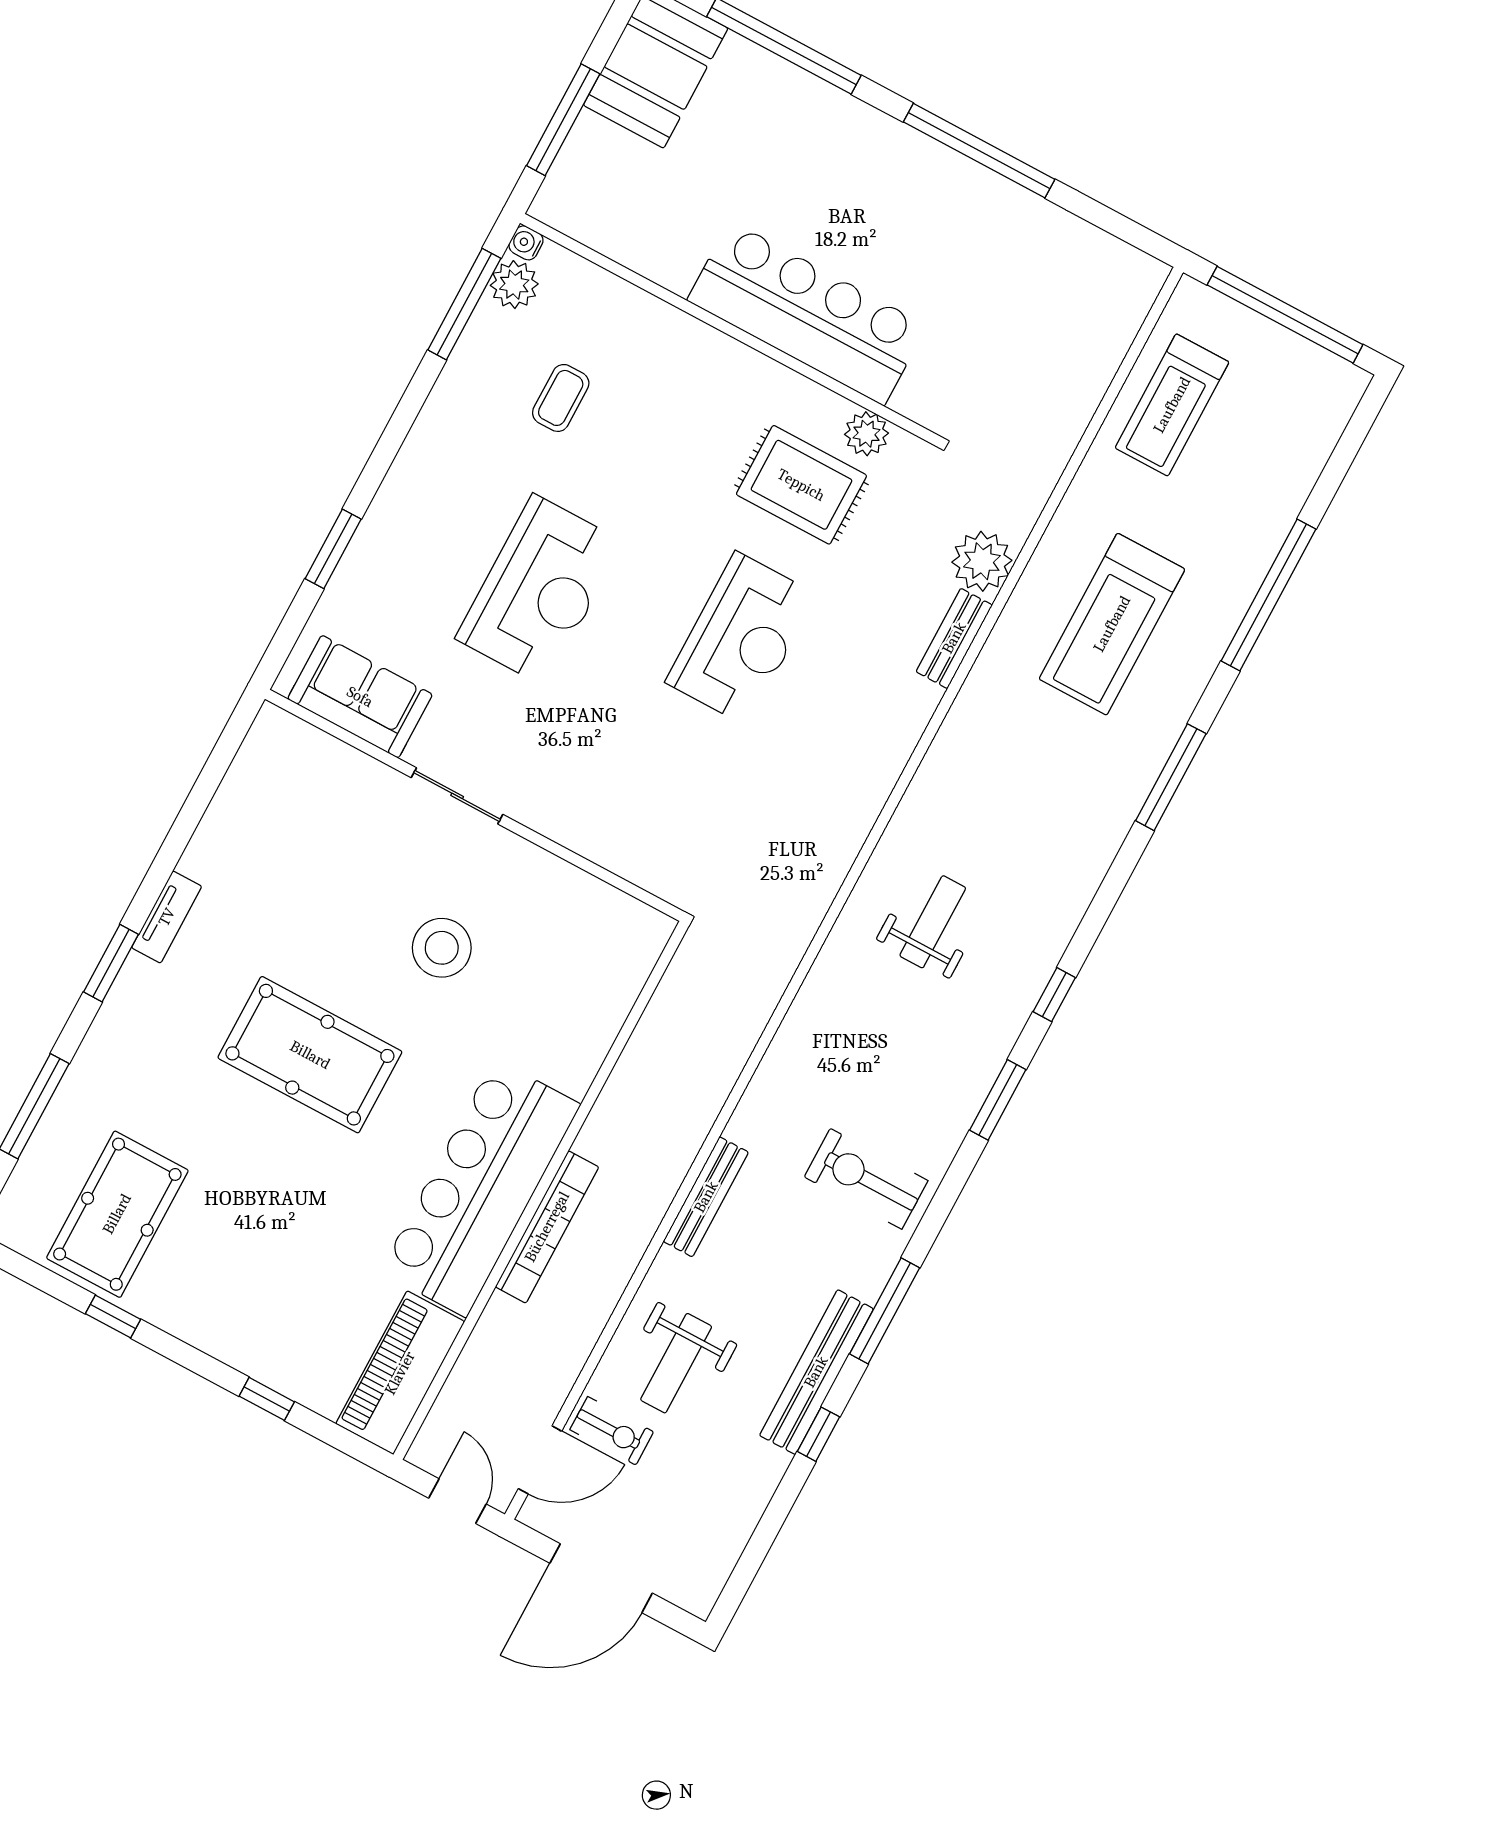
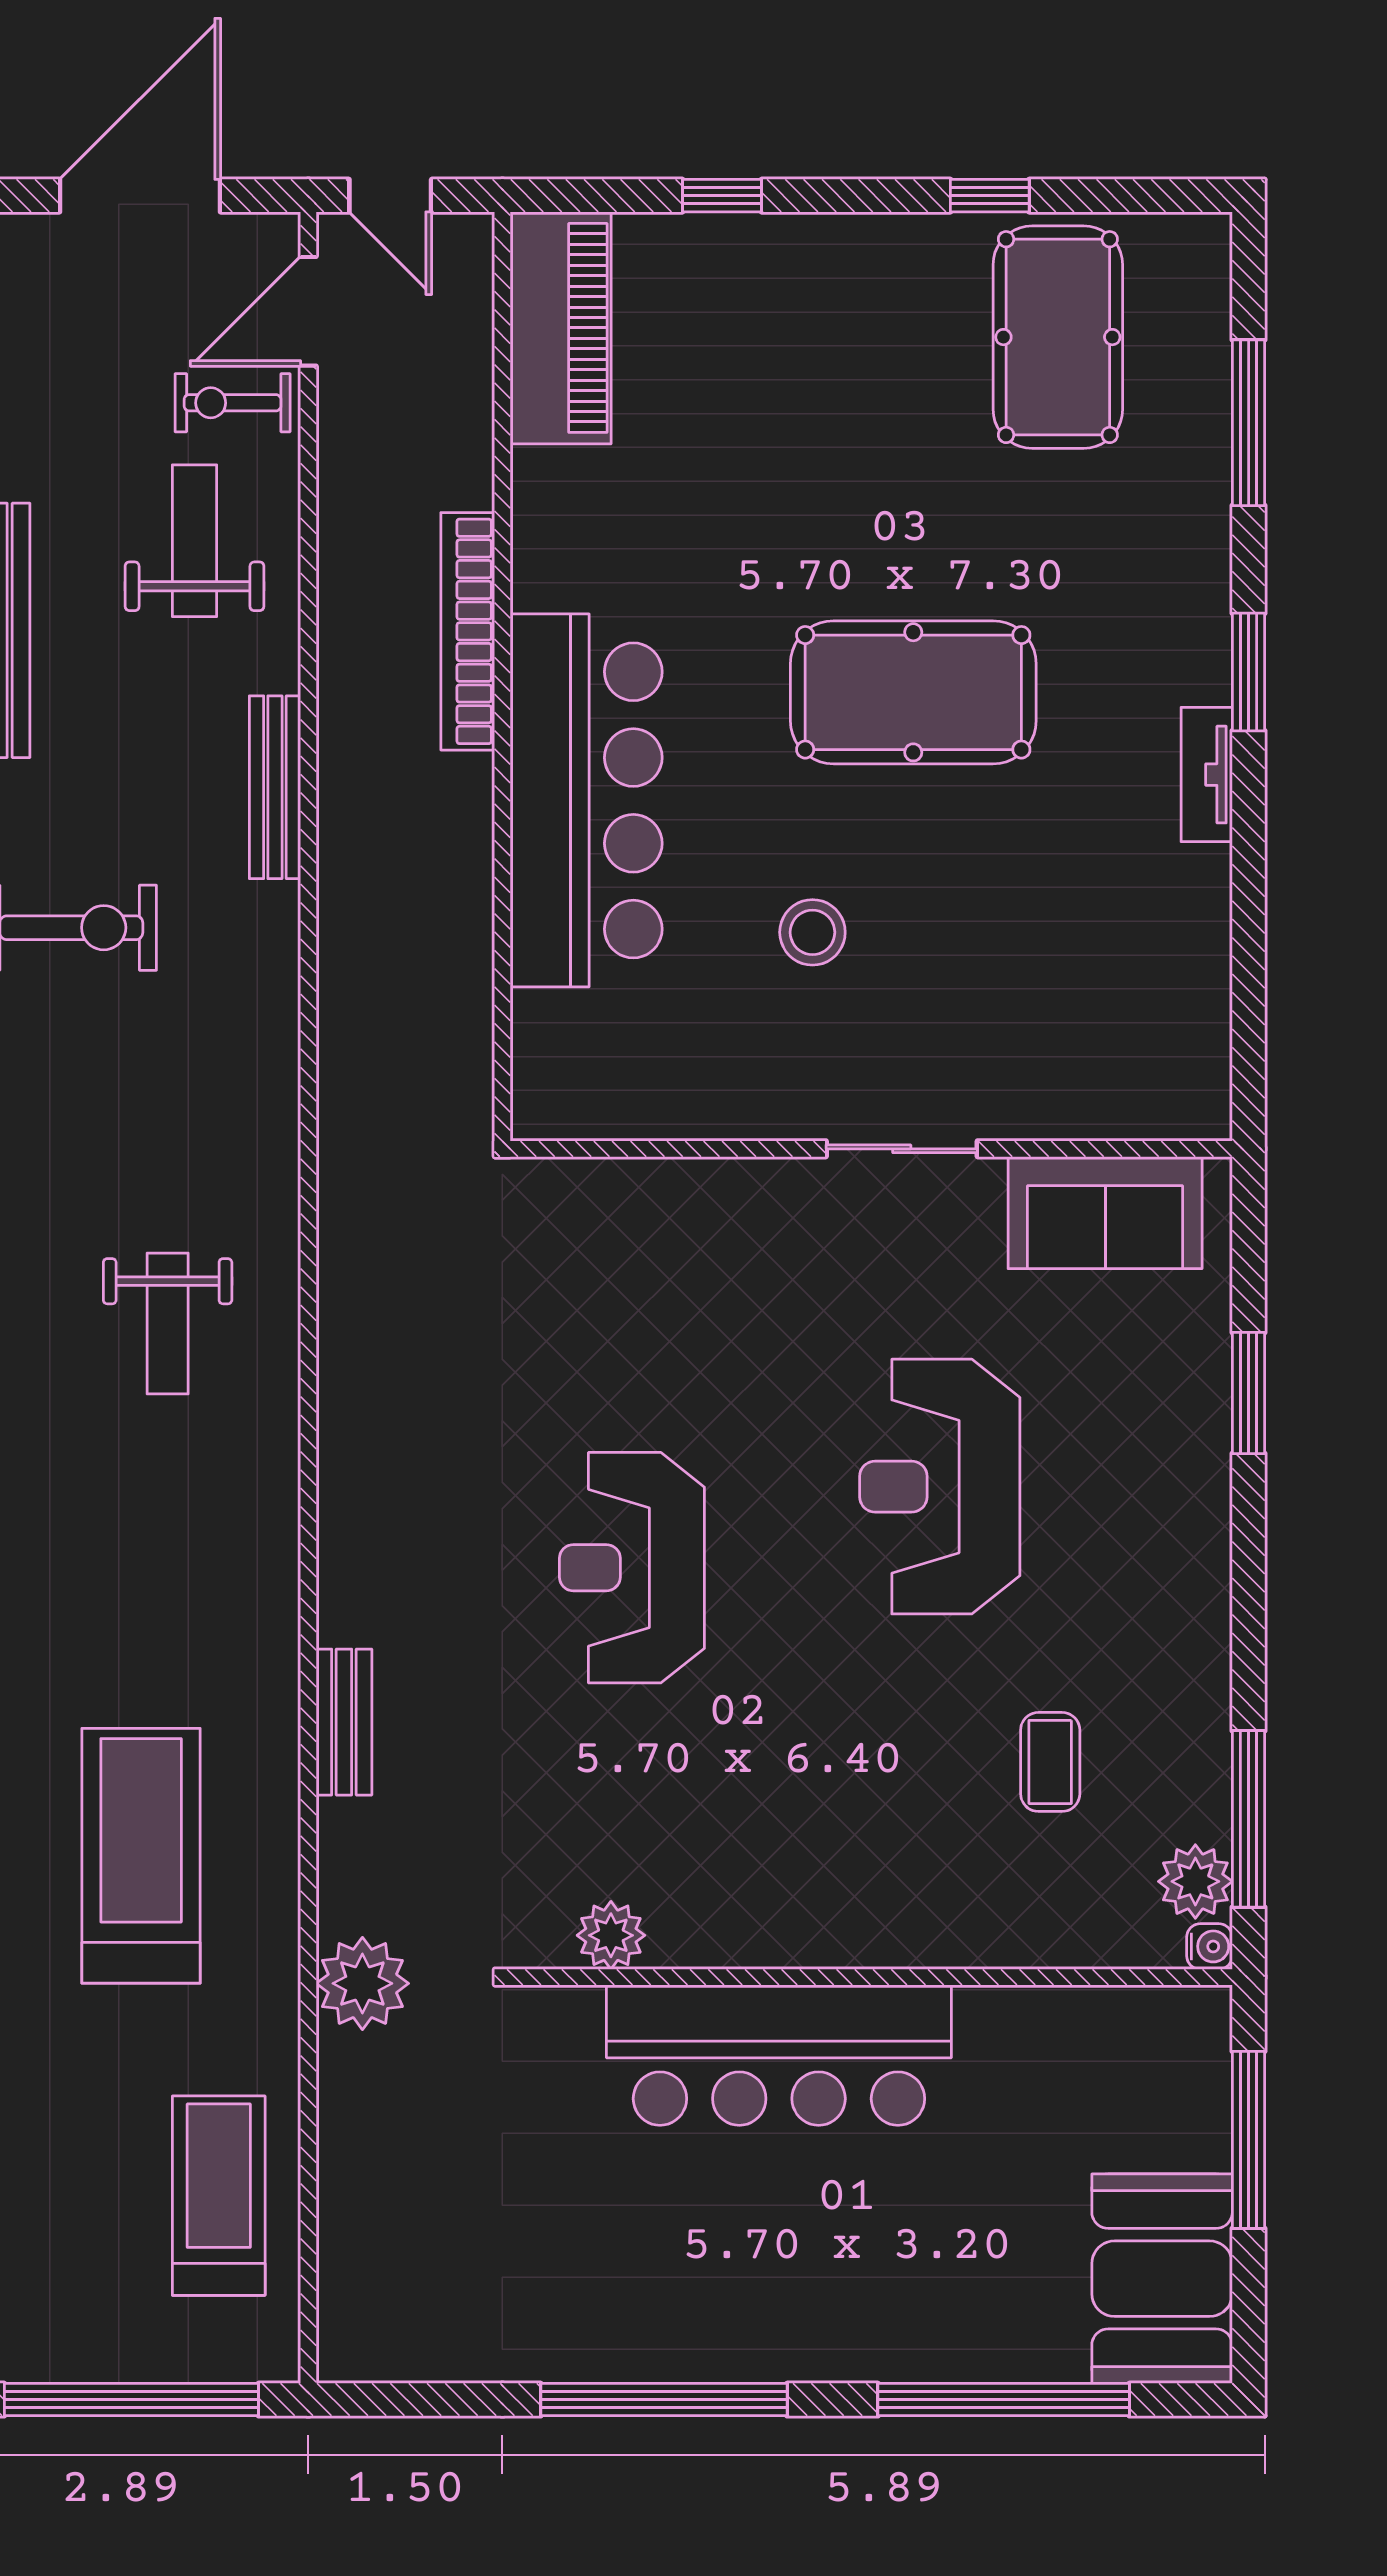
rug: (801, 485) -> (662, 1819), removed
plant: (982, 561) -> (362, 1983), moved
stool: (442, 948) -> (812, 932), width x0.73, depth x0.73
bar counter: (480, 1188) -> (586, 800), moved

